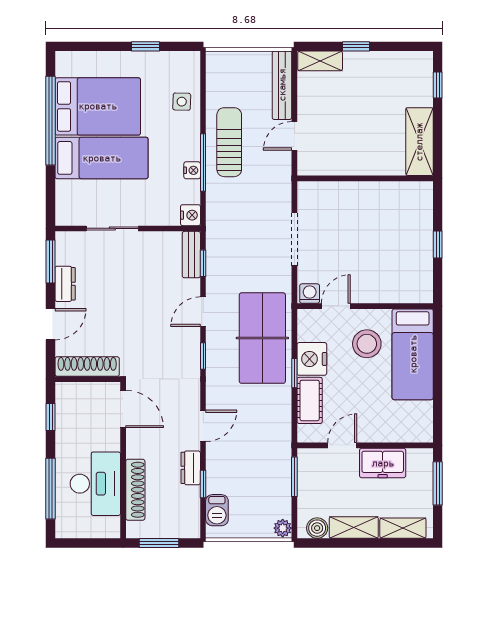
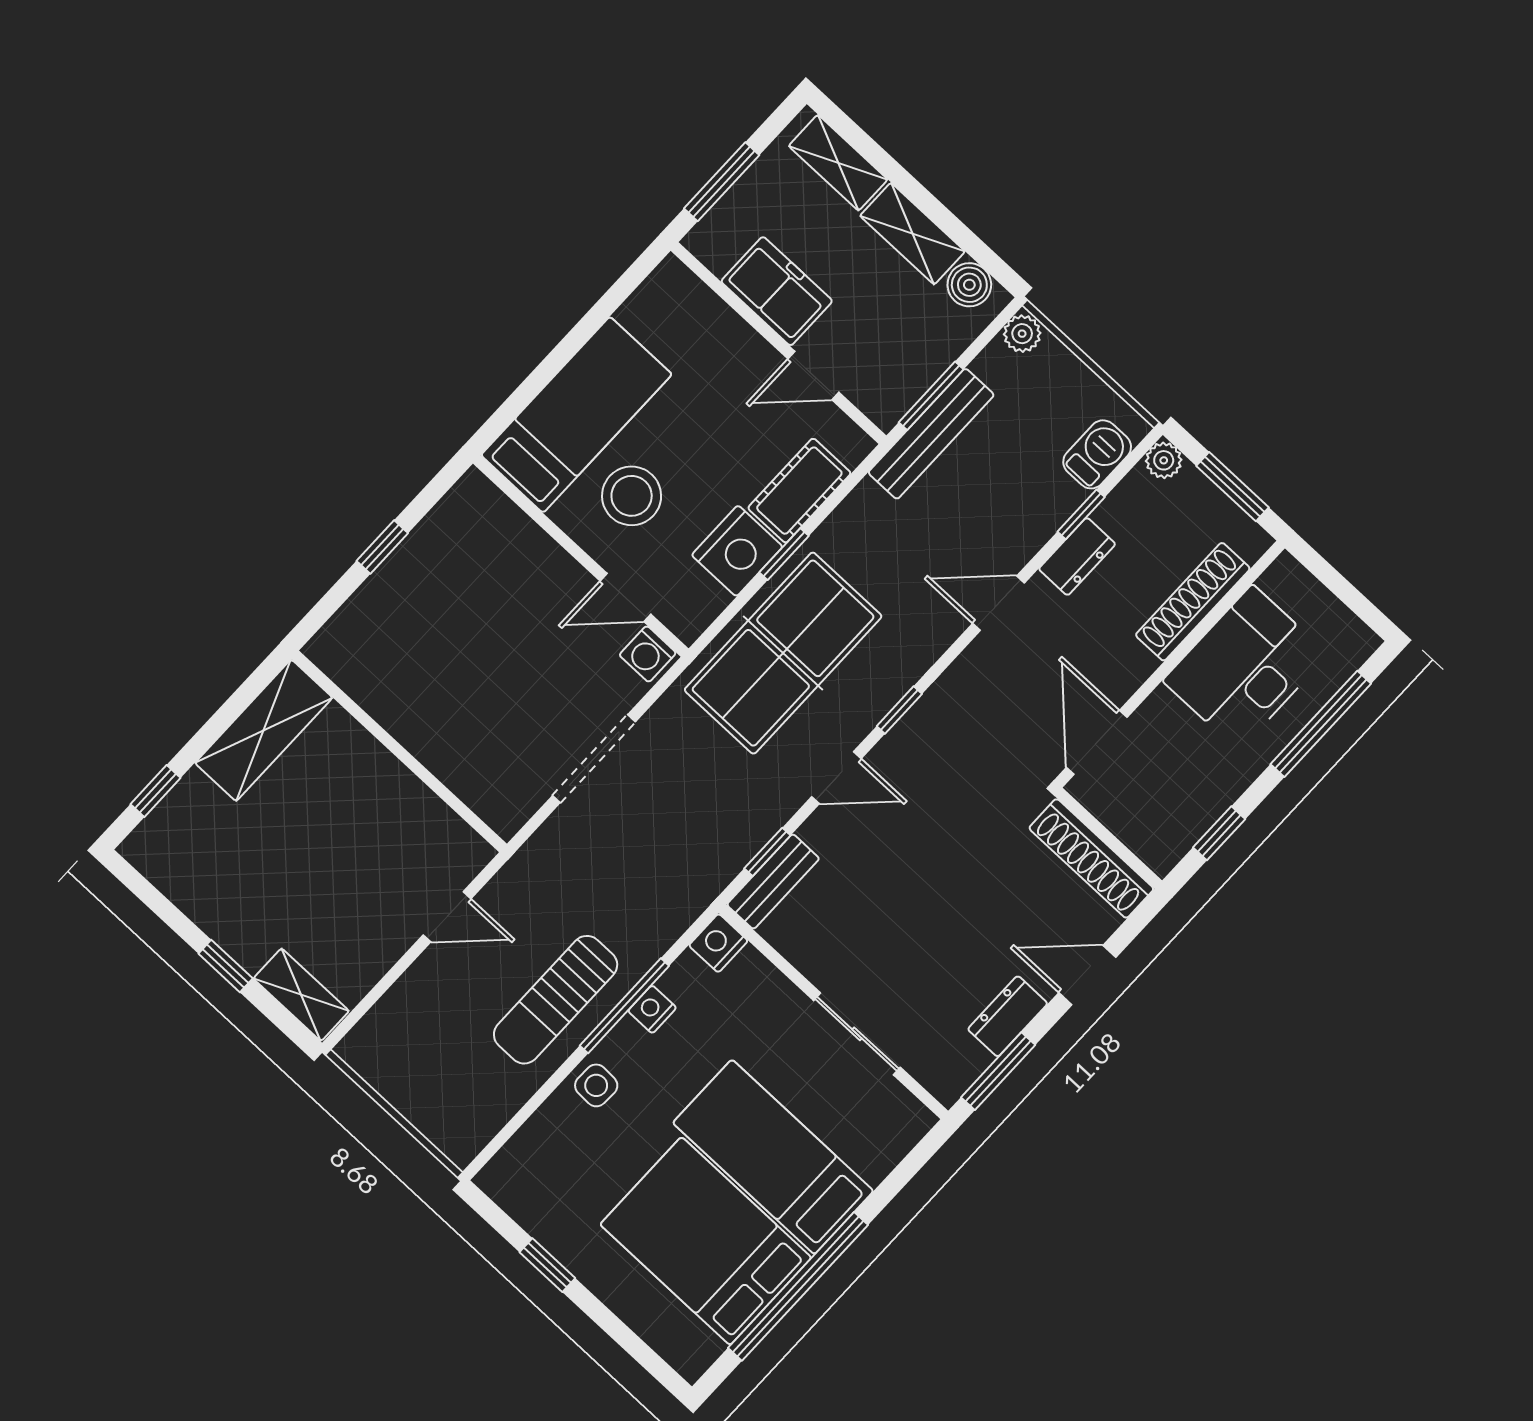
bench: (282, 85) -> (931, 434), moved
side table: (182, 102) -> (596, 1085), moved
plant: (192, 530) -> (1164, 460), added

